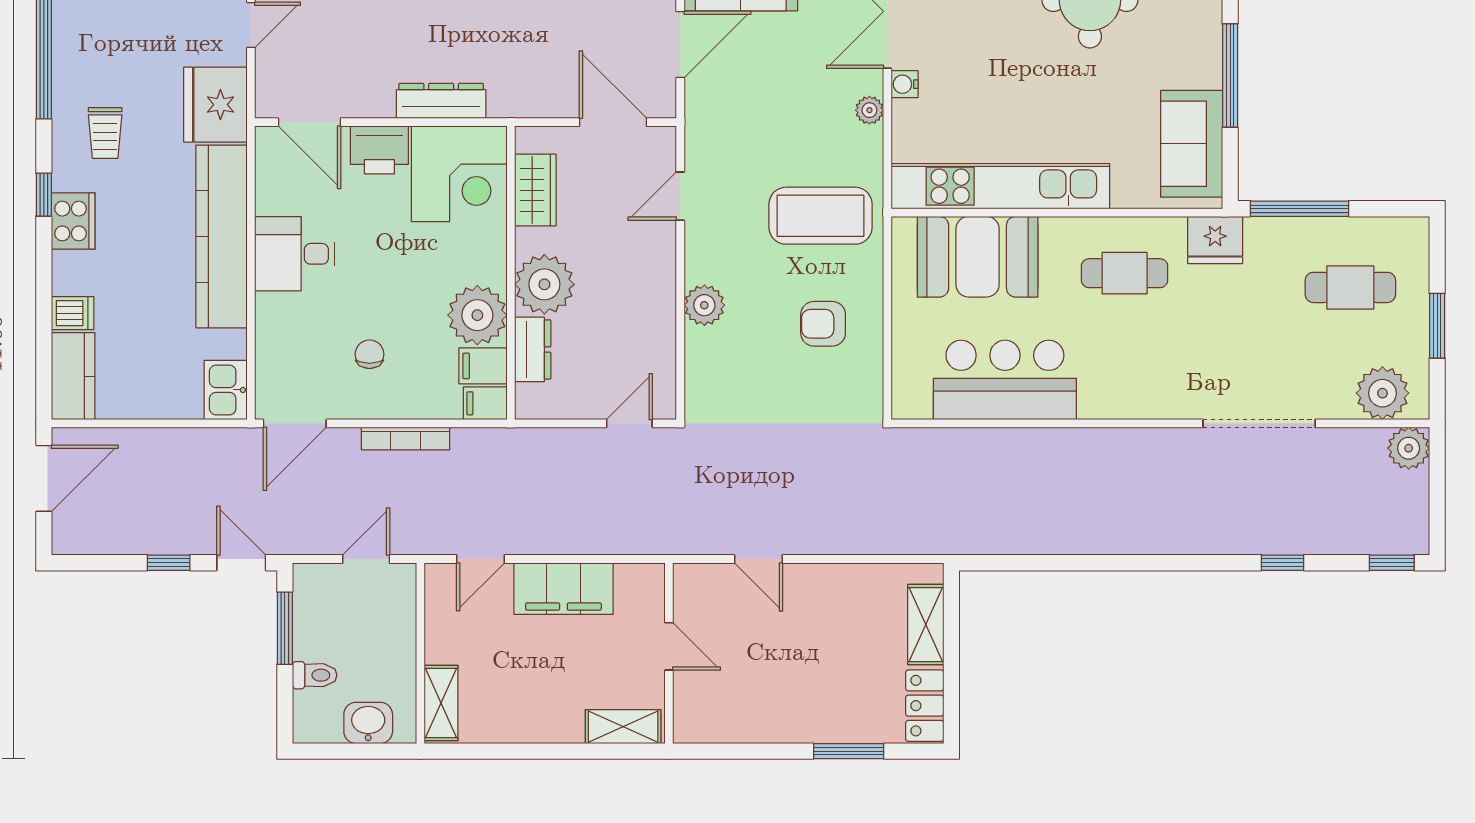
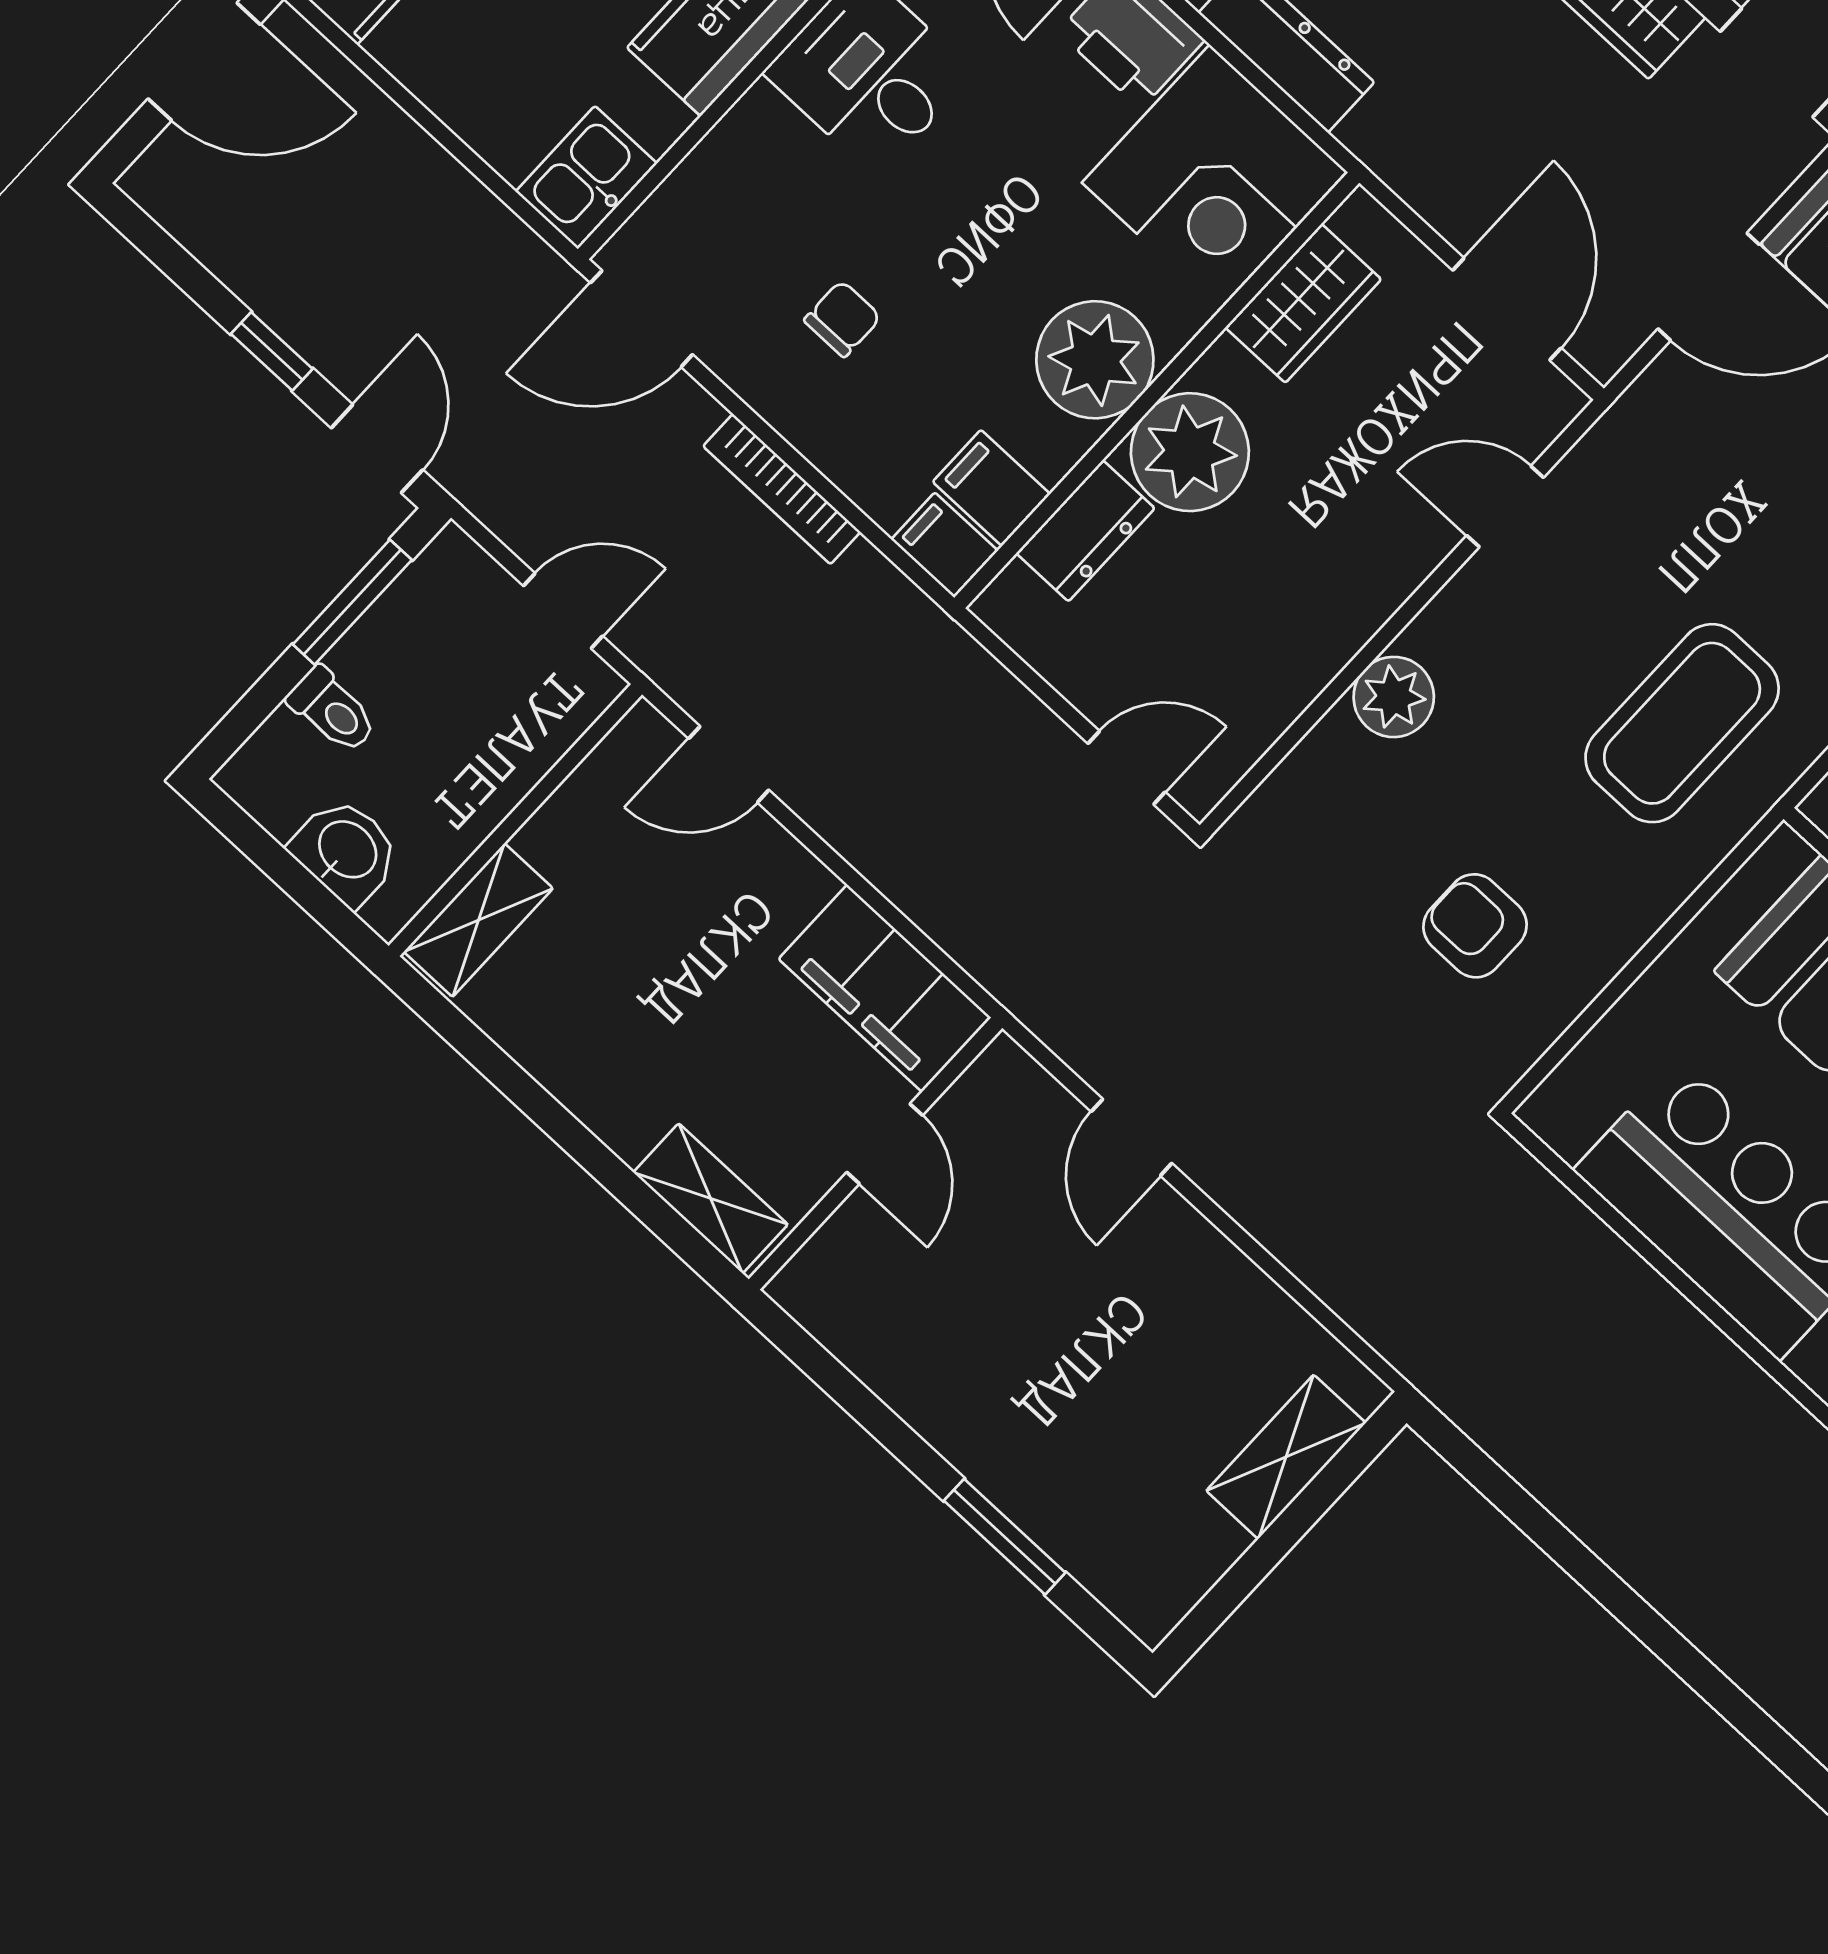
coffee table: (821, 216) -> (1682, 723), turned 90
plant: (477, 315) -> (1095, 360), moved
armchair: (823, 324) -> (1475, 926), moved
filing cabinet: (563, 589) -> (885, 988), moved
locker: (925, 706) -> (1176, 1573), removed

